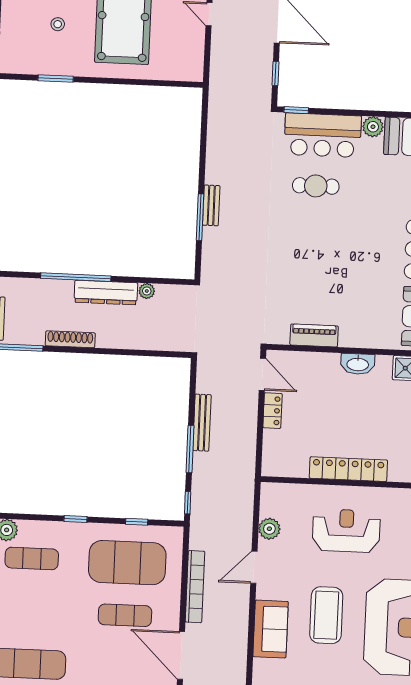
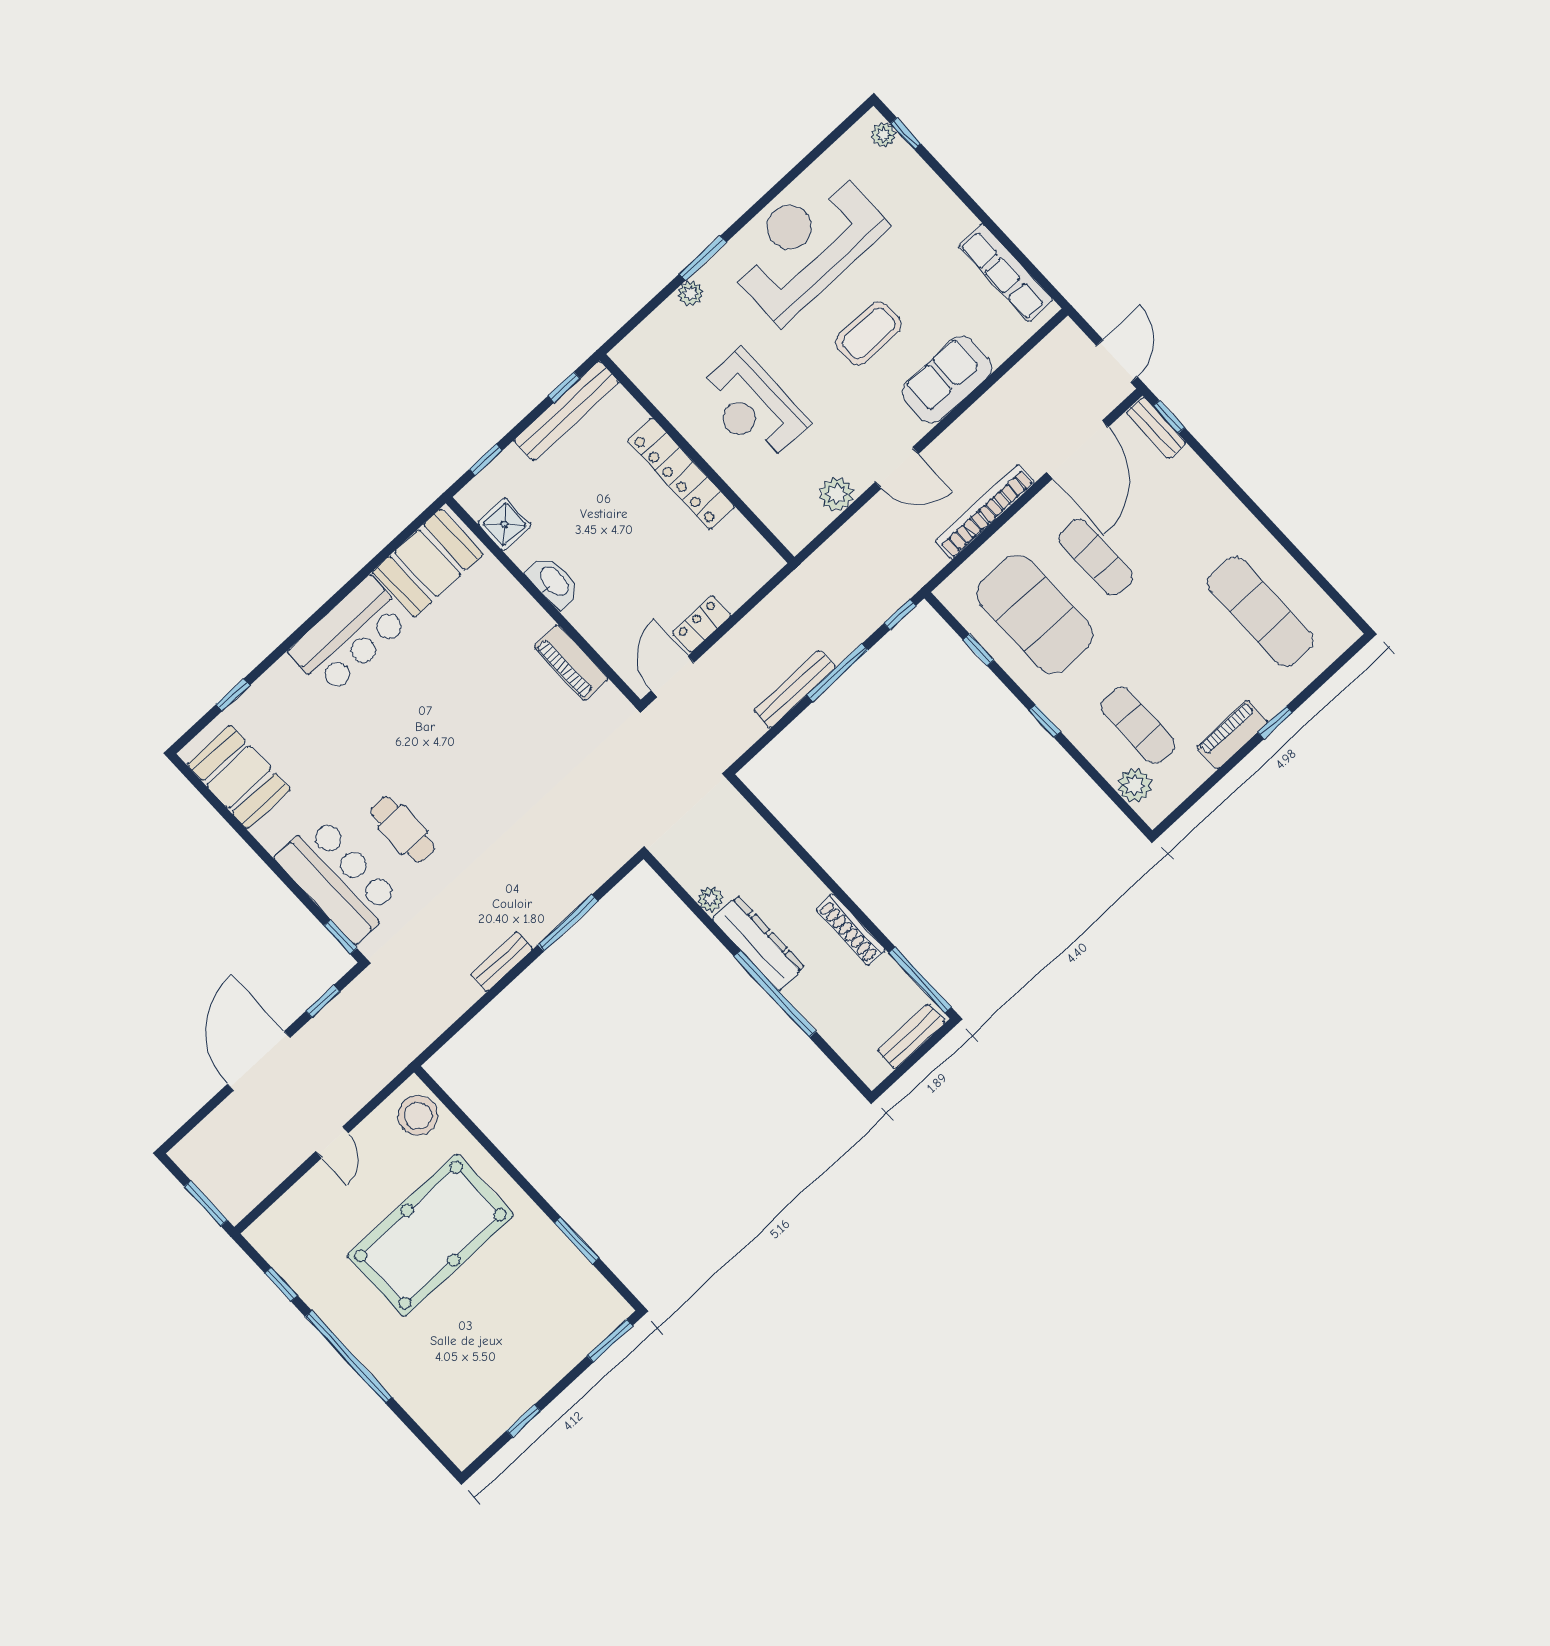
stool: (58, 24) -> (418, 1116), moved, width x1.89, depth x1.89
plant: (373, 127) -> (272, 833), removed
bench: (211, 205) -> (502, 962), moved
coffee table: (326, 615) -> (869, 333), width x0.73, depth x0.76

